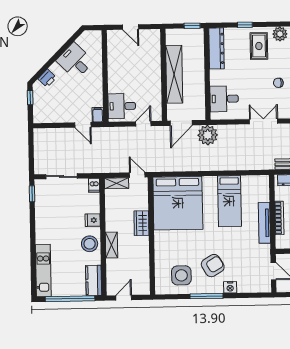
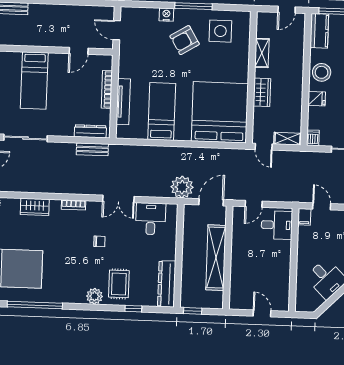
desk: (224, 99) -> (151, 219), moved, turned -90
tv unit: (264, 223) -> (123, 102), moved
shelving: (112, 245) -> (262, 53), moved

